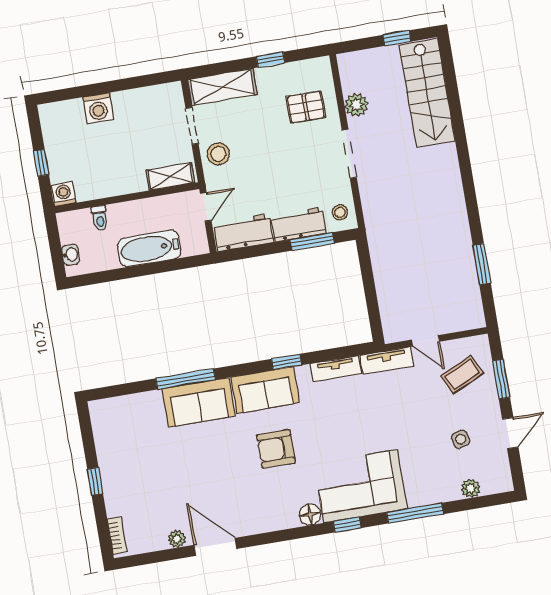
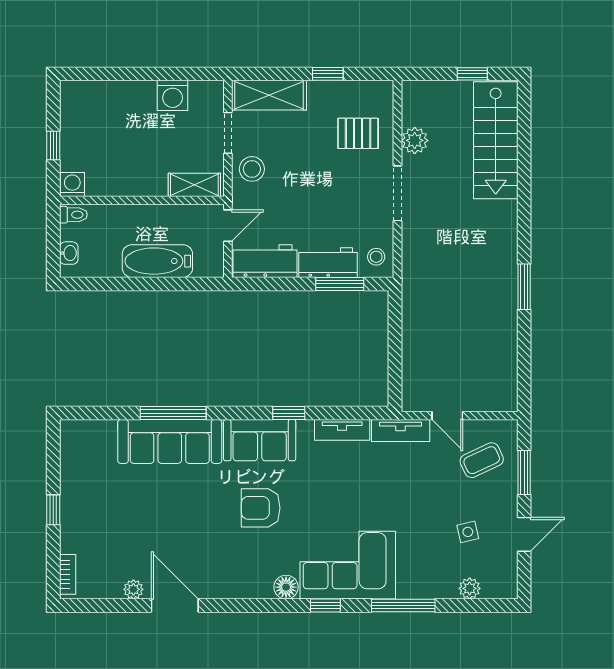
washing machine: (98, 108) -> (173, 95), moved
toilet: (100, 218) -> (73, 215), moved, turned -90
window: (482, 264) -> (524, 287), moved
sofa: (199, 402) -> (170, 441), width x1.36

